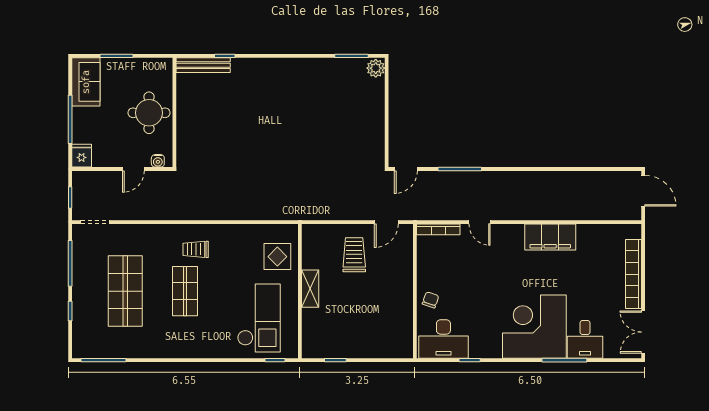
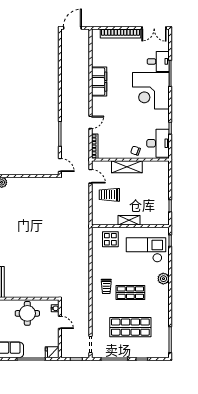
shelving: (403, 285) -> (127, 167), added
plant: (209, 348) -> (163, 279), added

